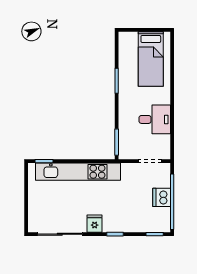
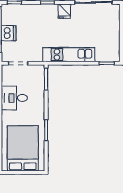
bed: (151, 59) -> (23, 148), width x1.50
kitchen unit: (78, 172) -> (69, 54), width x0.73

